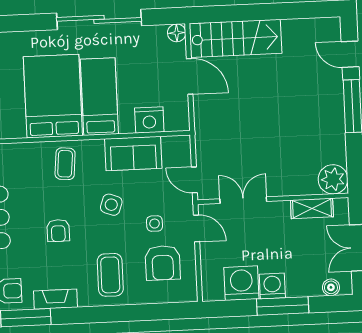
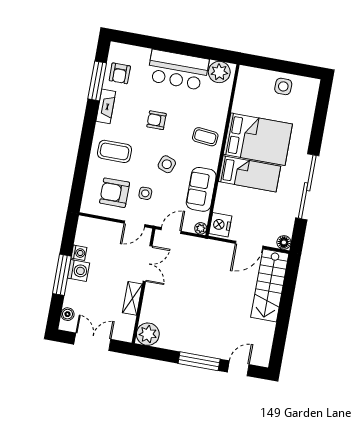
nightstand: (149, 120) -> (220, 225), moved
plant: (183, 143) -> (201, 228), added
shelving: (312, 208) -> (132, 298), moved
washing machine: (241, 283) -> (79, 253), width x0.53, depth x0.53

